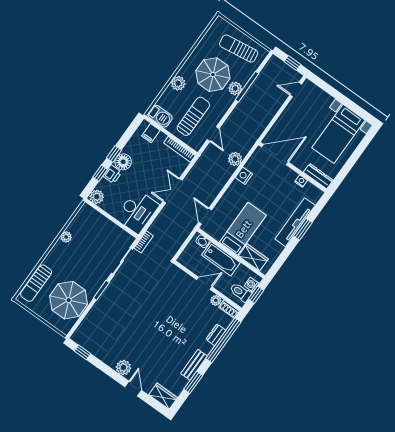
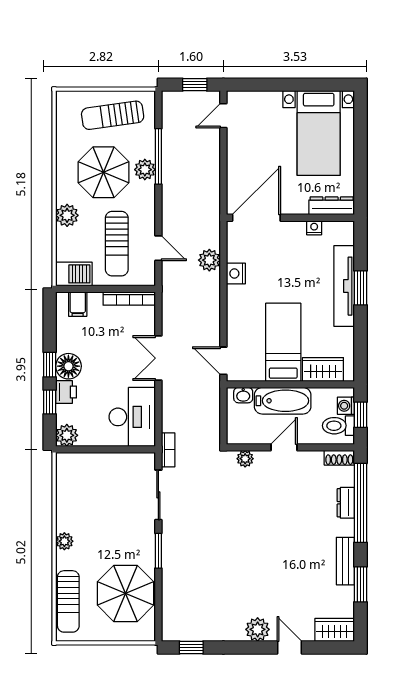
sun lounger: (193, 116) -> (117, 244), turned 180
plant: (66, 237) -> (64, 541), moved
plant: (216, 300) -> (245, 459), moved

